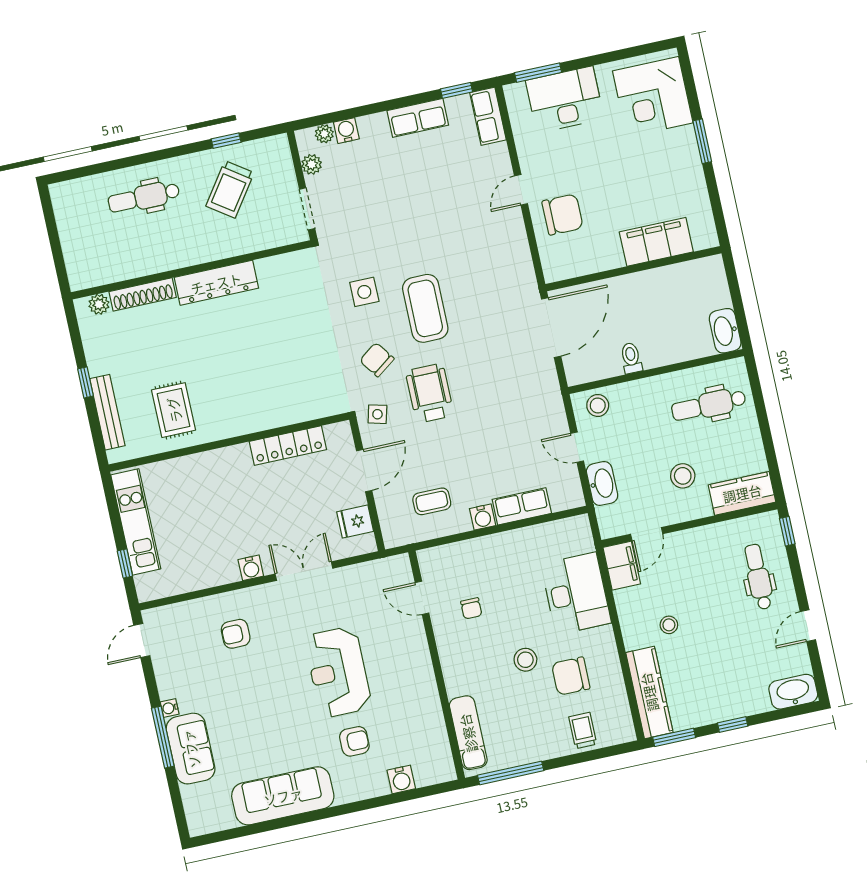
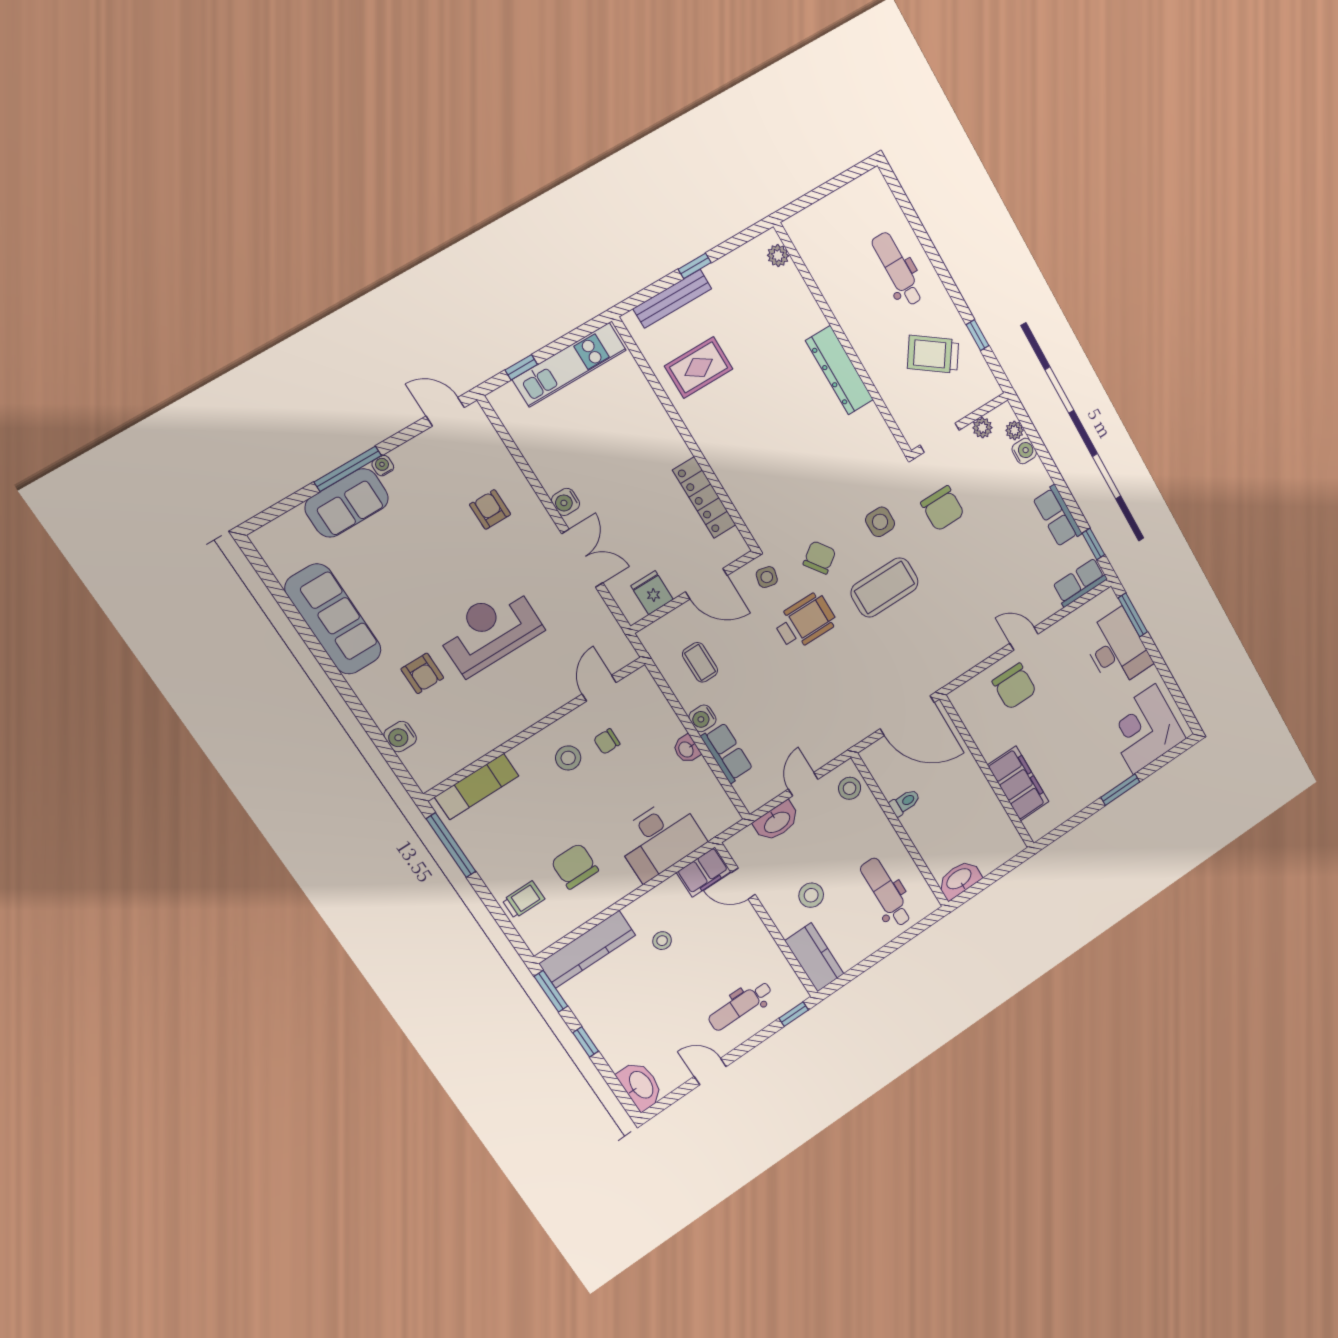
chair: (372, 228) -> (943, 508), added
shoe rack: (143, 294) -> (803, 298), removed
washbasin: (505, 541) -> (686, 749), added
dental chair: (758, 577) -> (740, 1006), turned 180
stool: (525, 660) -> (568, 758), moved

